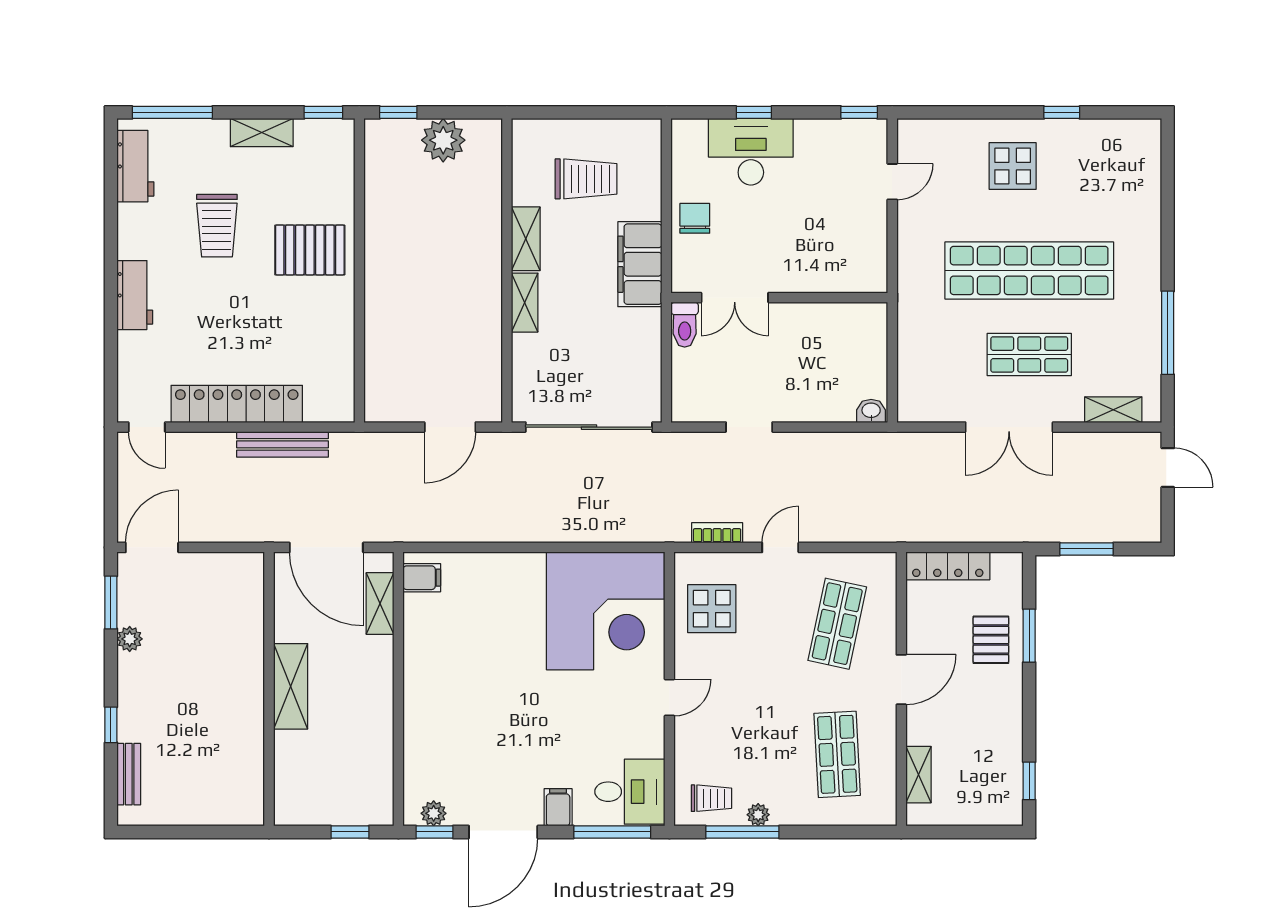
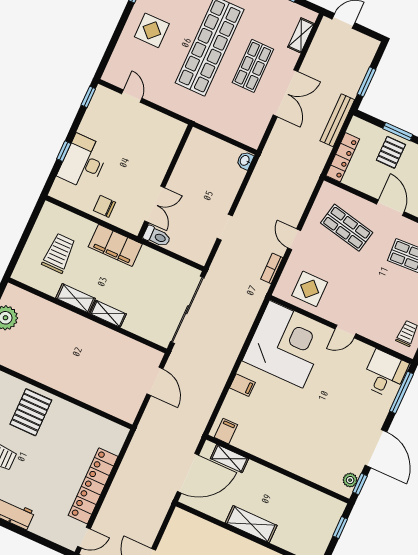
bench: (282, 444) -> (337, 120), moved
pallet: (991, 640) -> (391, 152), turned 90
door: (669, 698) -> (346, 331), swing flipped
filing cabinet: (558, 807) -> (242, 385), moved, turned 180

